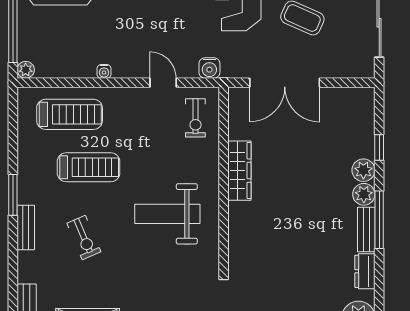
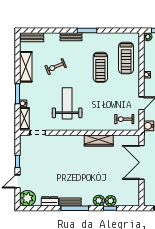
plant: (364, 194) -> (111, 201), moved
weight bench: (167, 214) -> (67, 103), moved
exercise bike: (84, 237) -> (56, 67), moved

